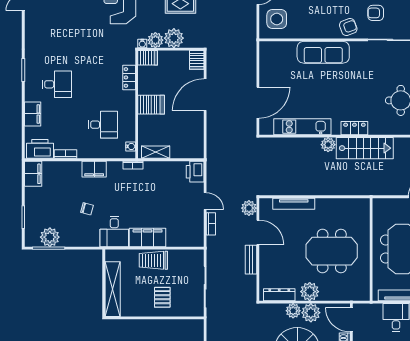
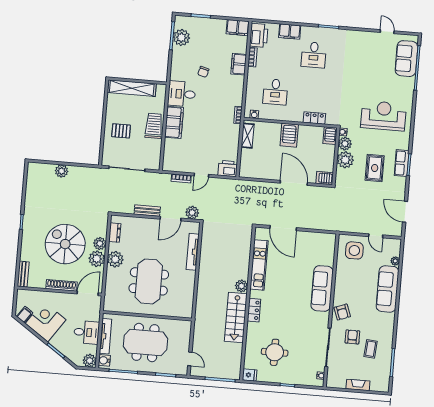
filing cabinet: (94, 169) -> (239, 64), moved
dresser: (279, 295) -> (115, 233), width x0.70

